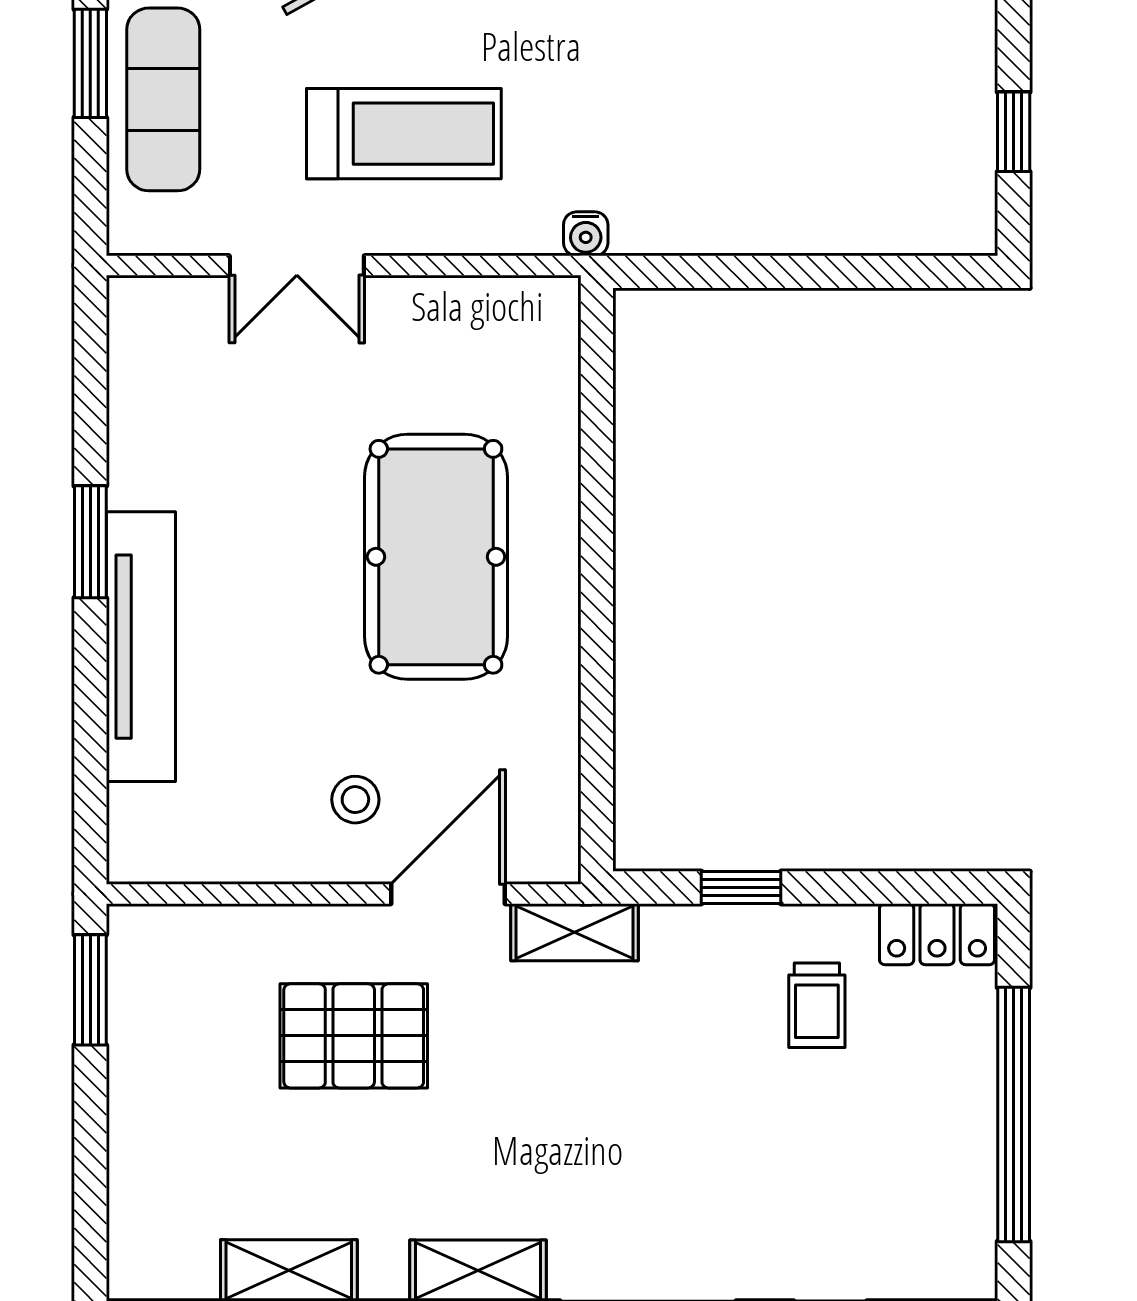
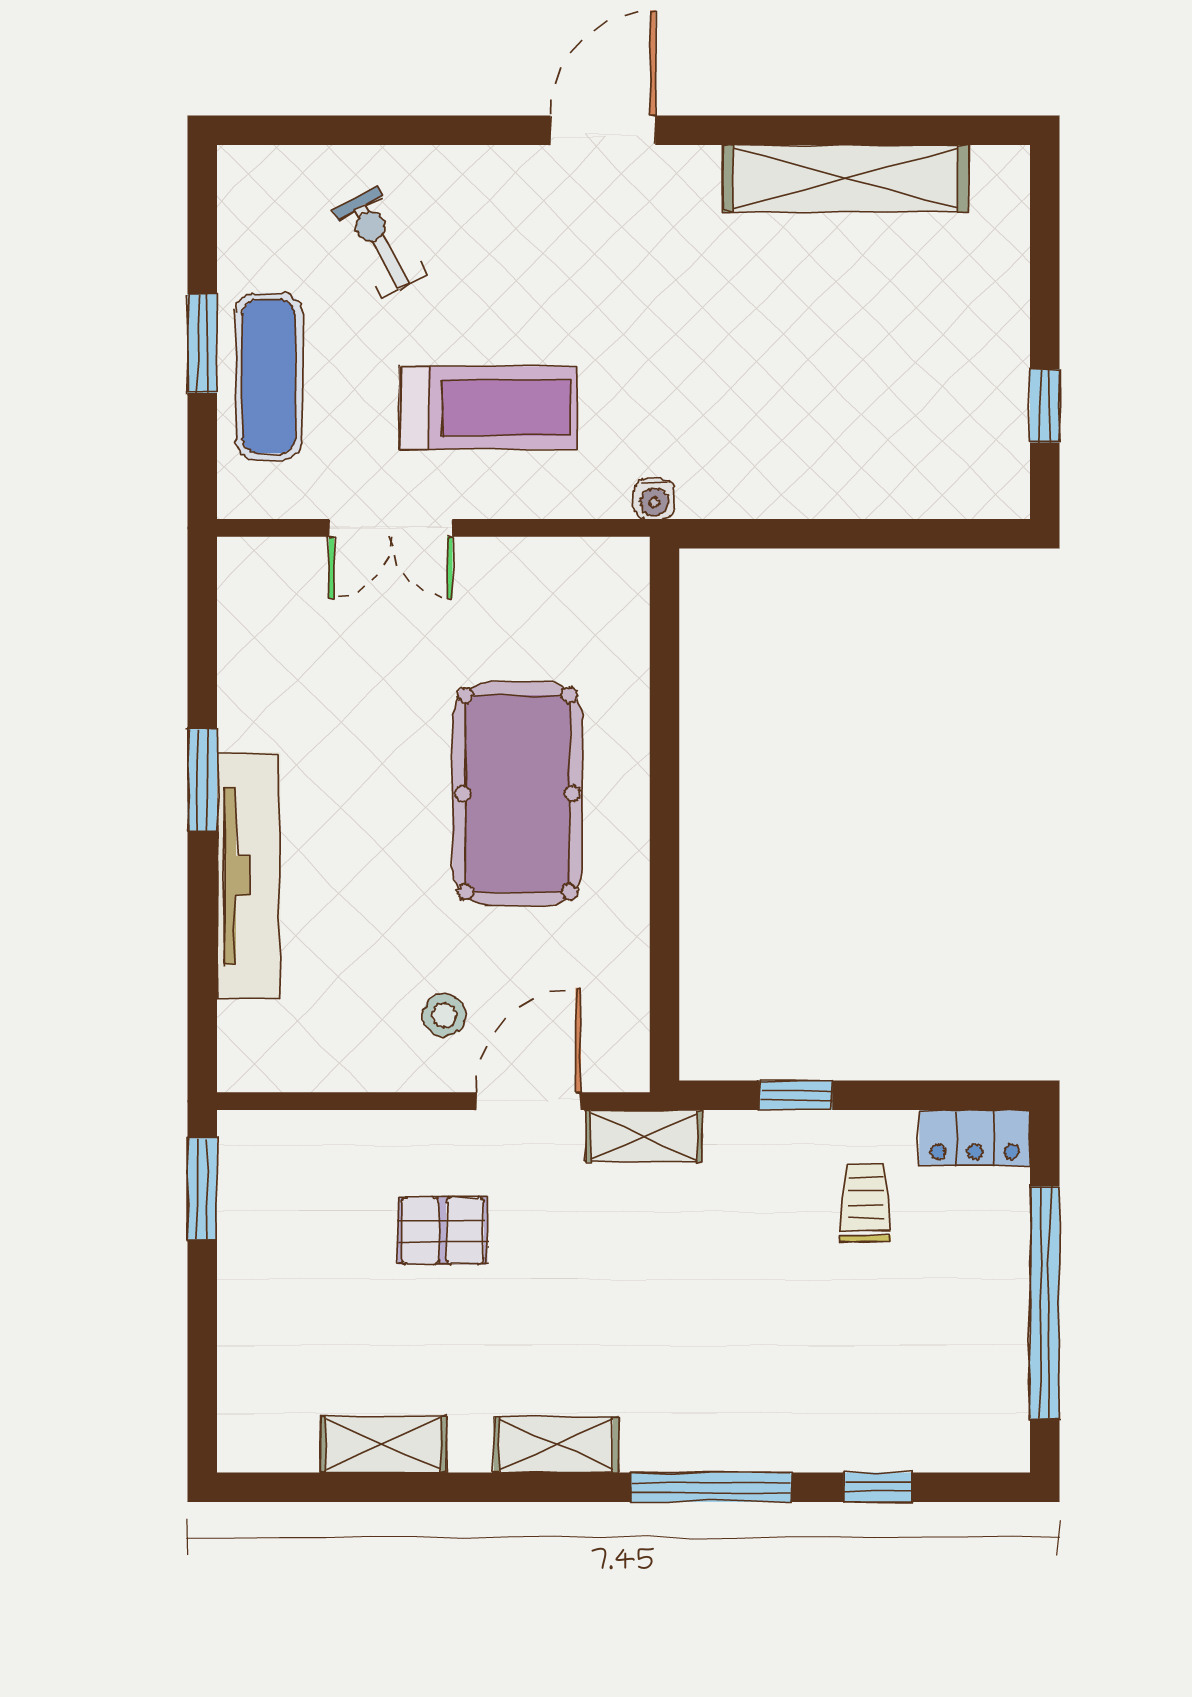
trolley: (817, 1005) -> (865, 1203), turned 180
pallet: (354, 1036) -> (443, 1231), width x0.67, depth x0.71

